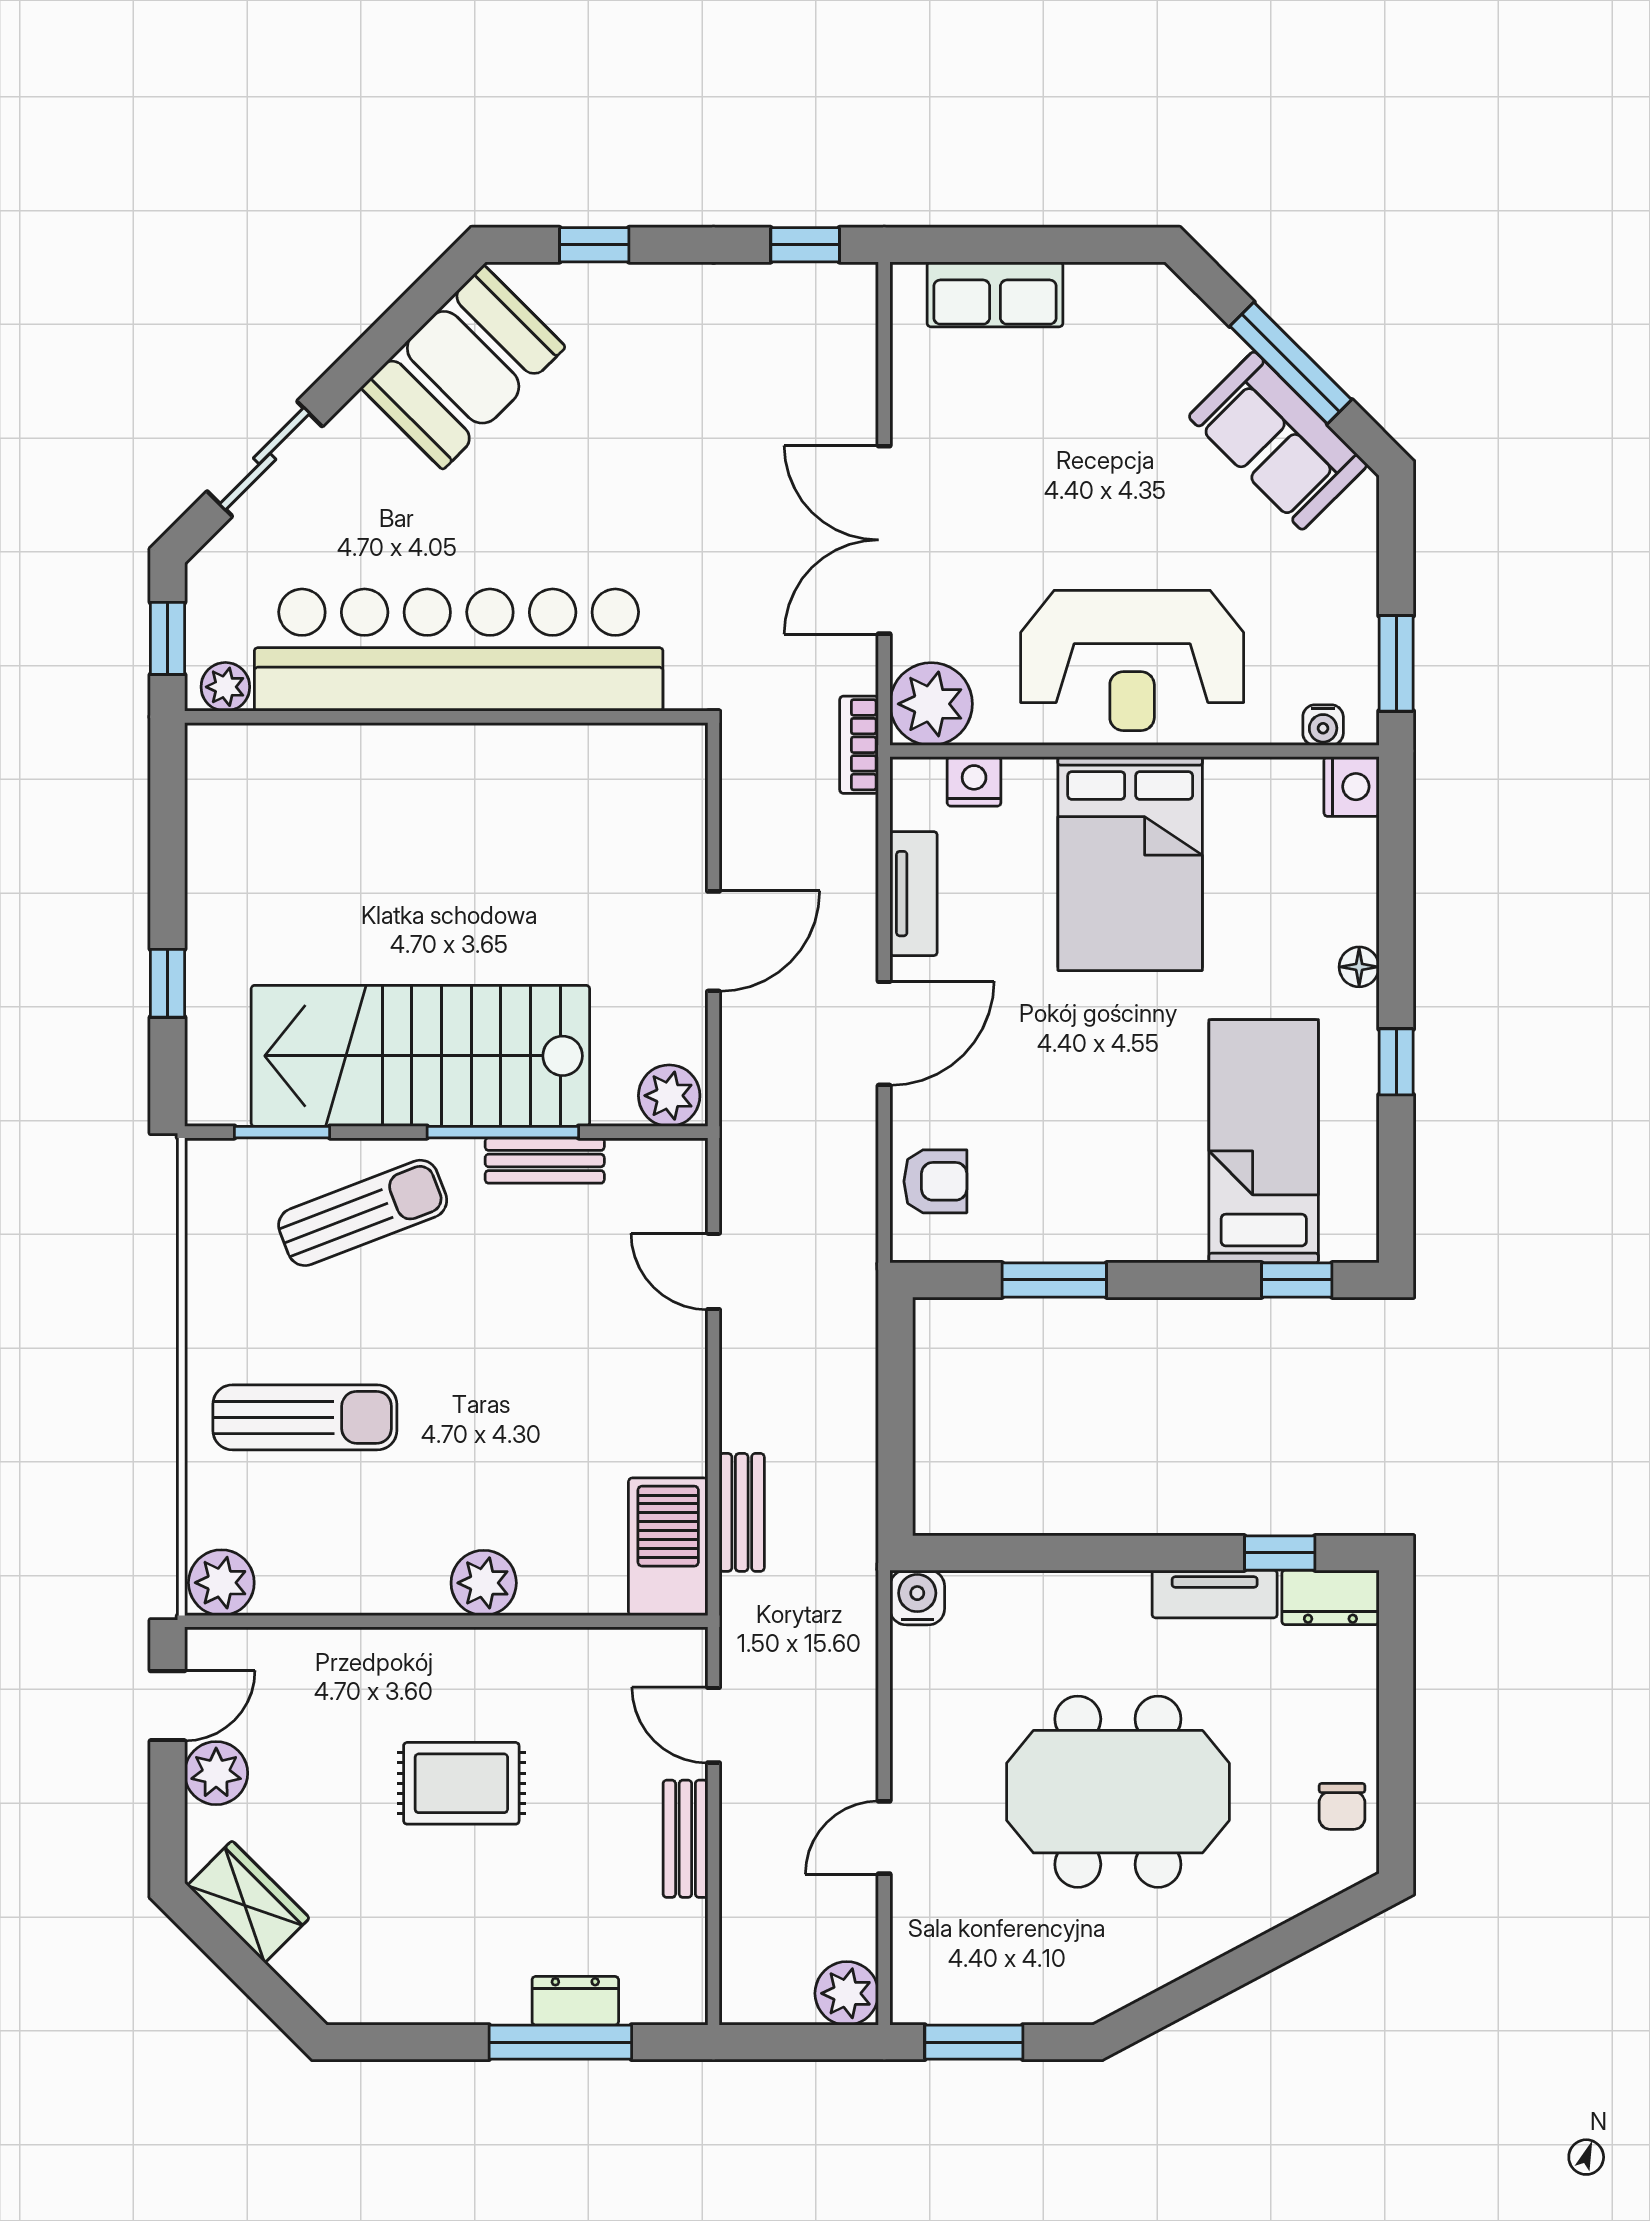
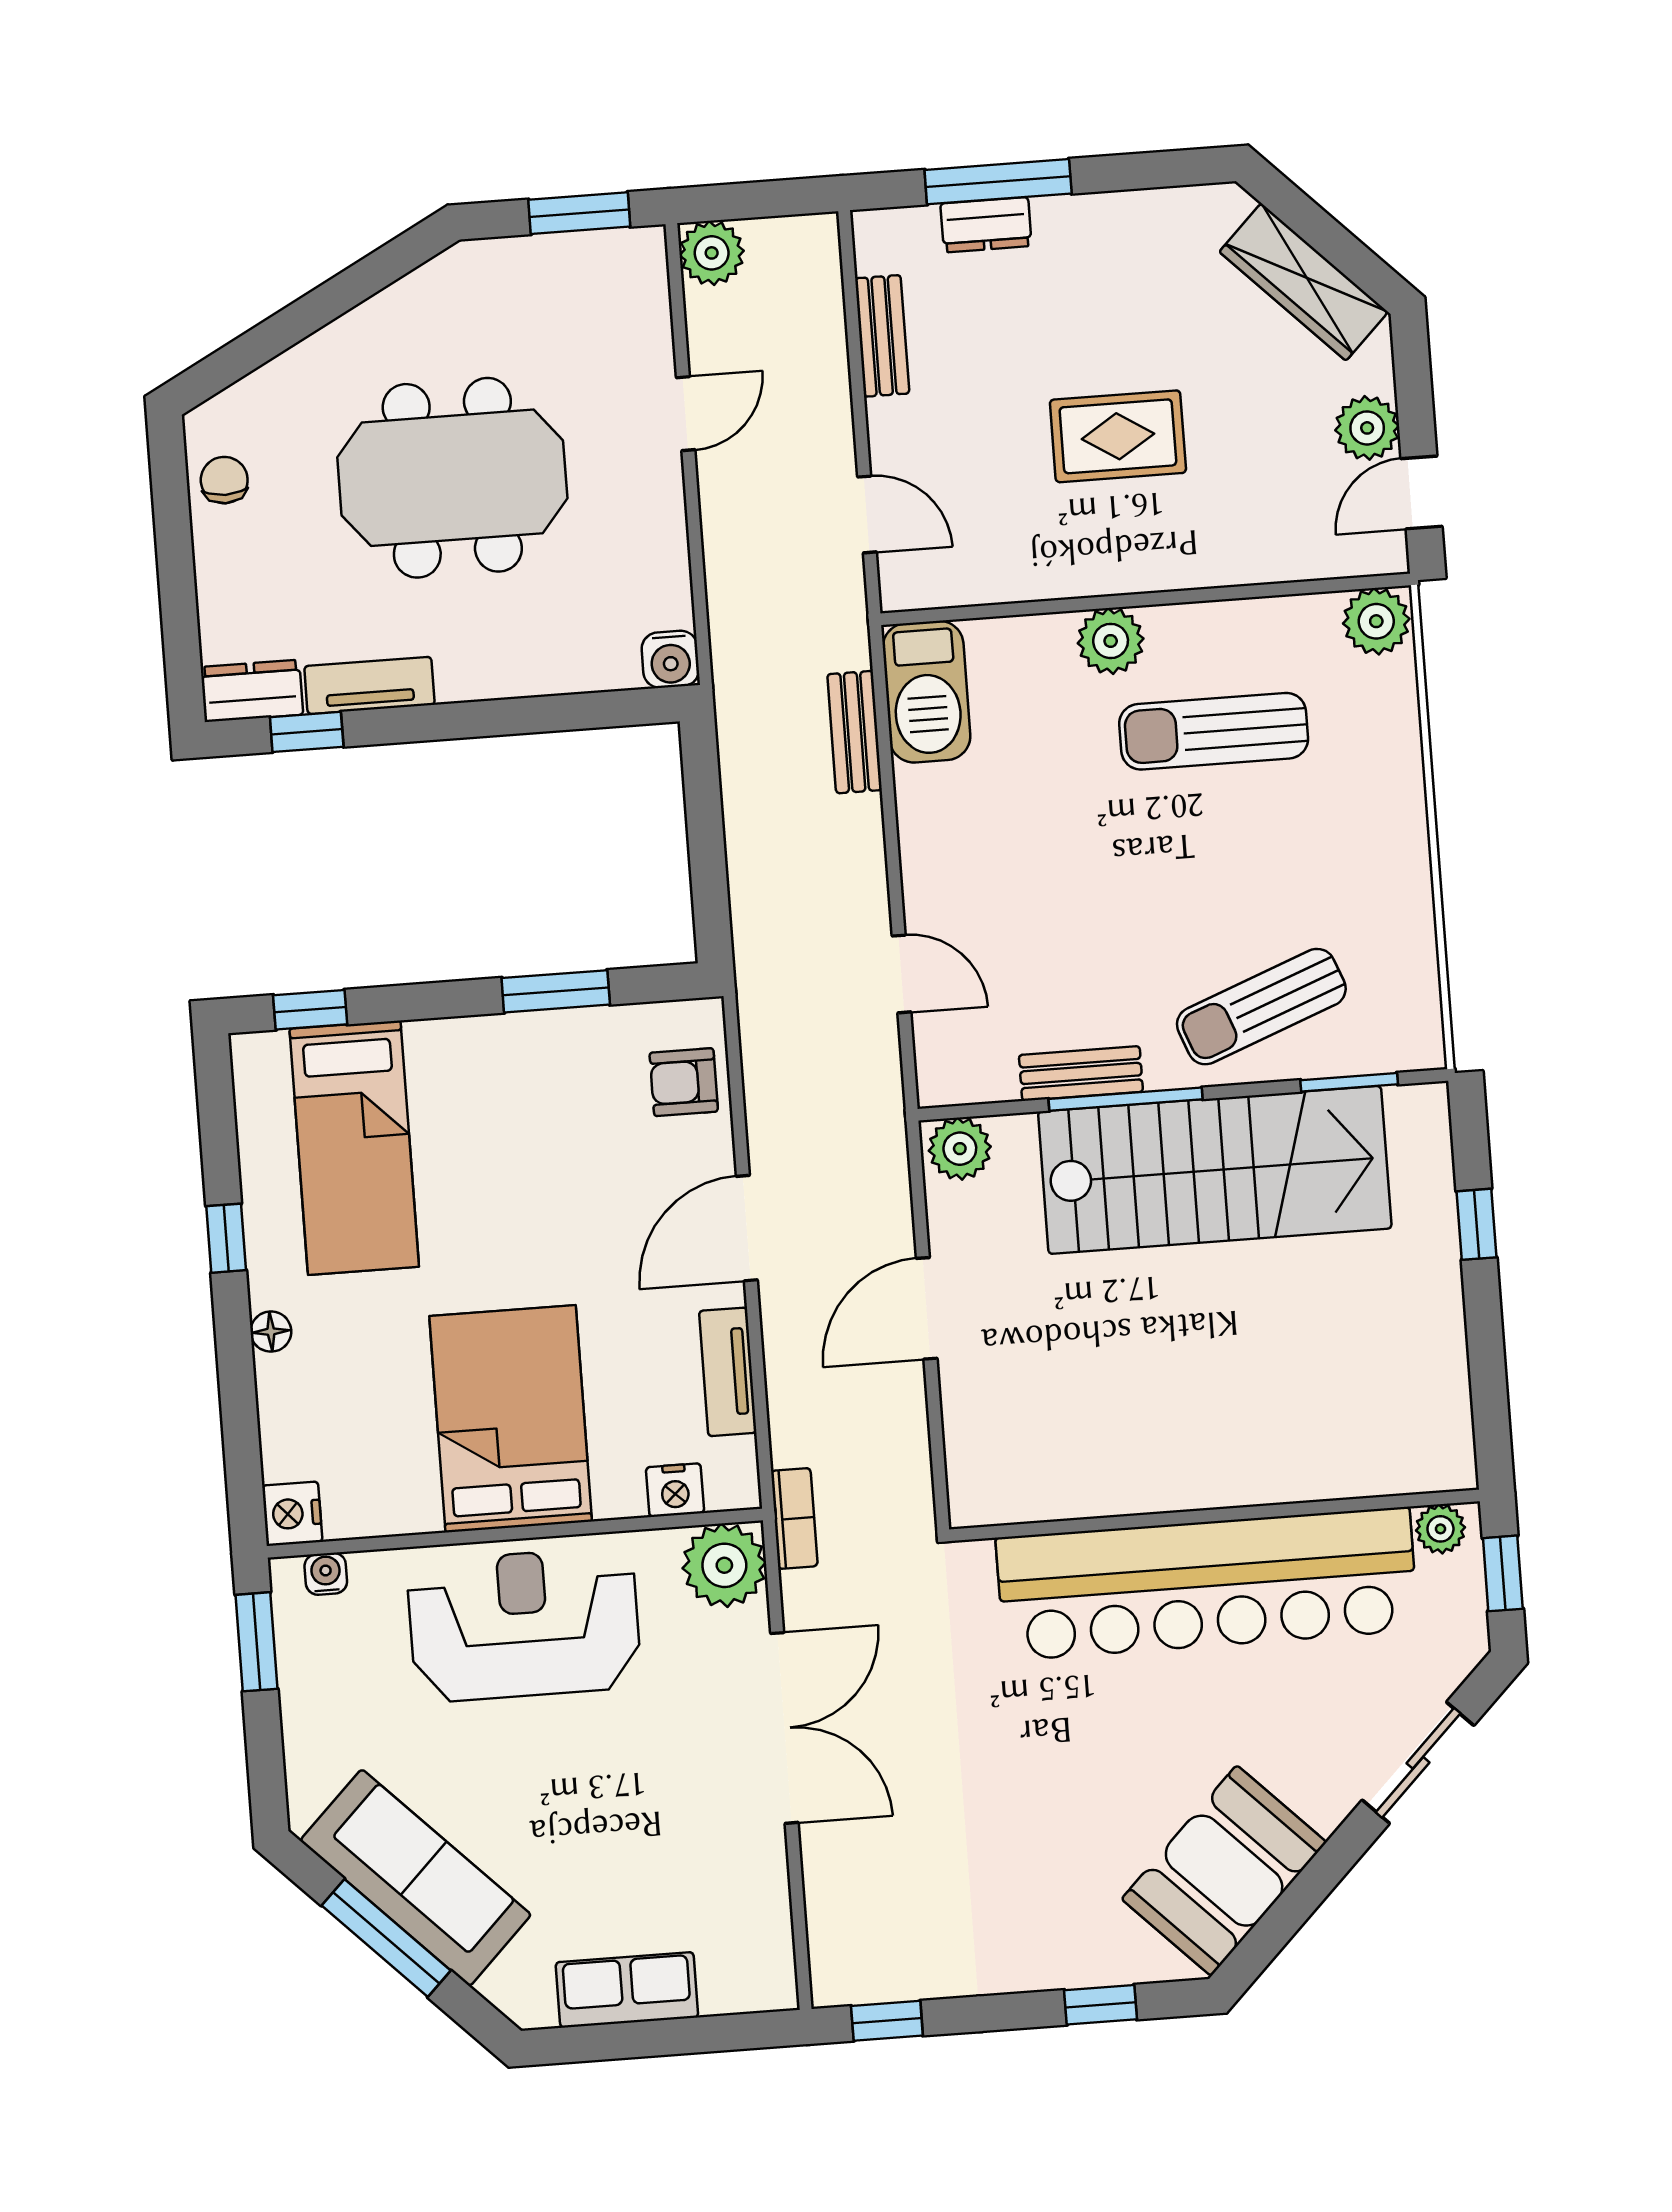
row of seats: (995, 294) -> (627, 1990), moved
sofa: (1278, 441) -> (416, 1878), width x1.36
sun lounger: (305, 1417) -> (1214, 731), moved
bench: (685, 1839) -> (882, 336), moved
wardrobe: (248, 1902) -> (1304, 282), width x1.50

